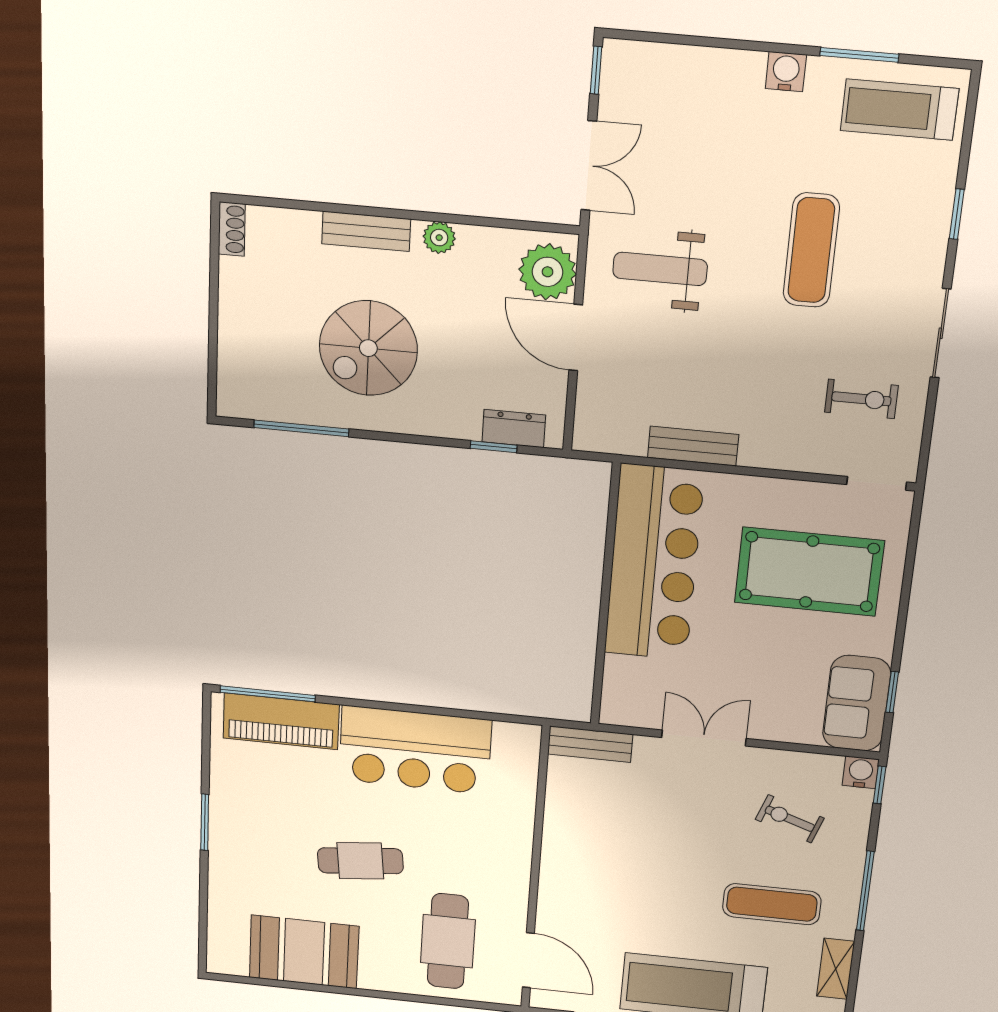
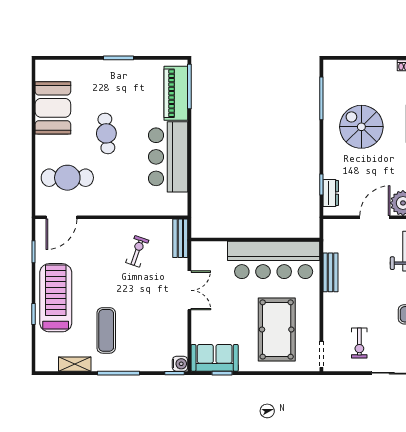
exercise bike: (790, 819) -> (137, 251), moved

